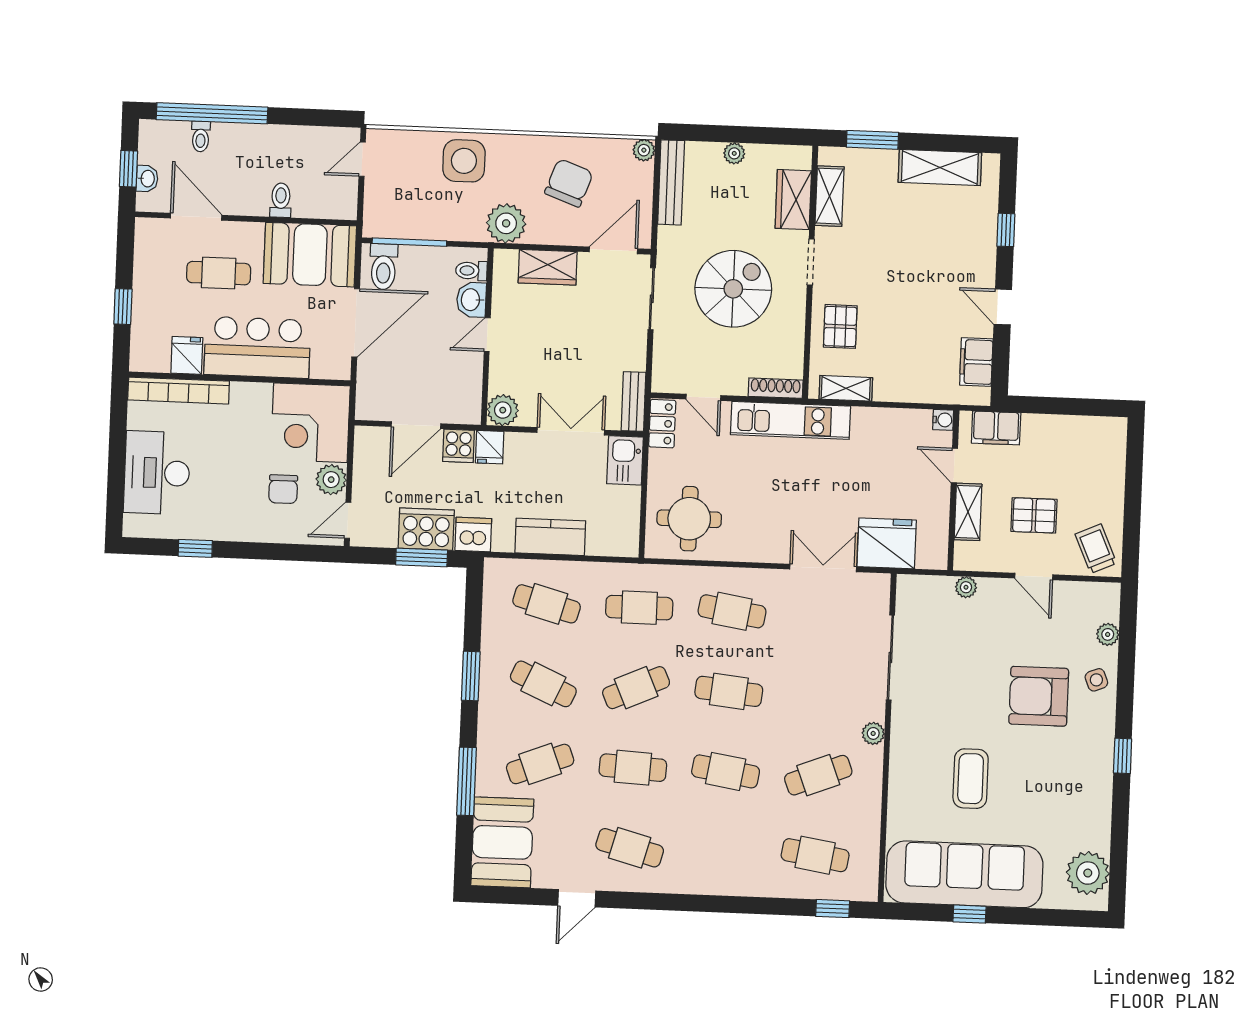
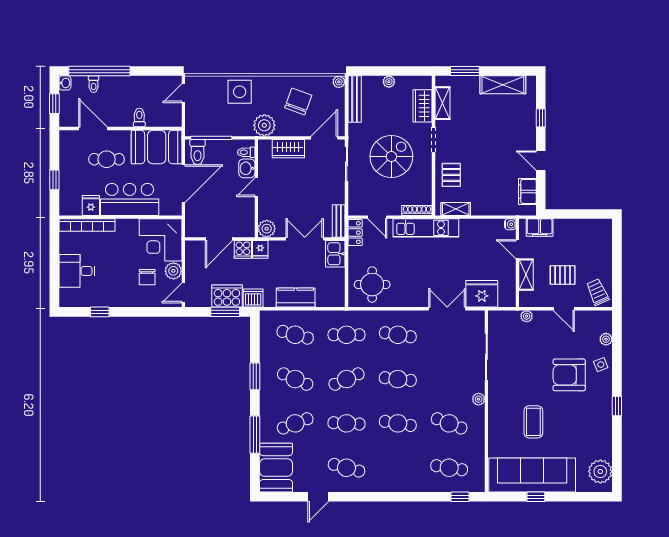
washbasin: (147, 179) -> (65, 83), moved
desk: (157, 473) -> (77, 271), width x0.73
cafe table: (818, 775) -> (449, 423), turned 42

